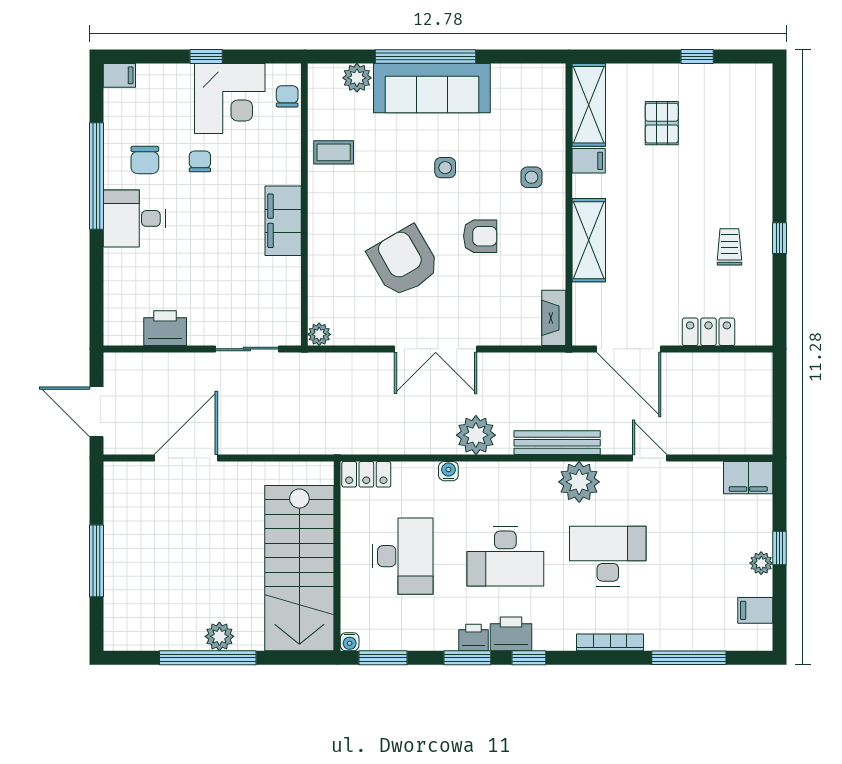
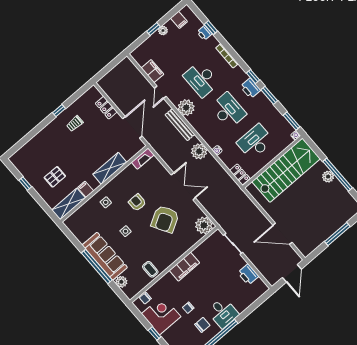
plant: (319, 334) -> (204, 225), width x1.88, depth x1.88
filing cabinet: (748, 478) -> (152, 71), moved
printer: (473, 638) -> (205, 33), moved
window: (689, 658) -> (211, 28), width x0.46

